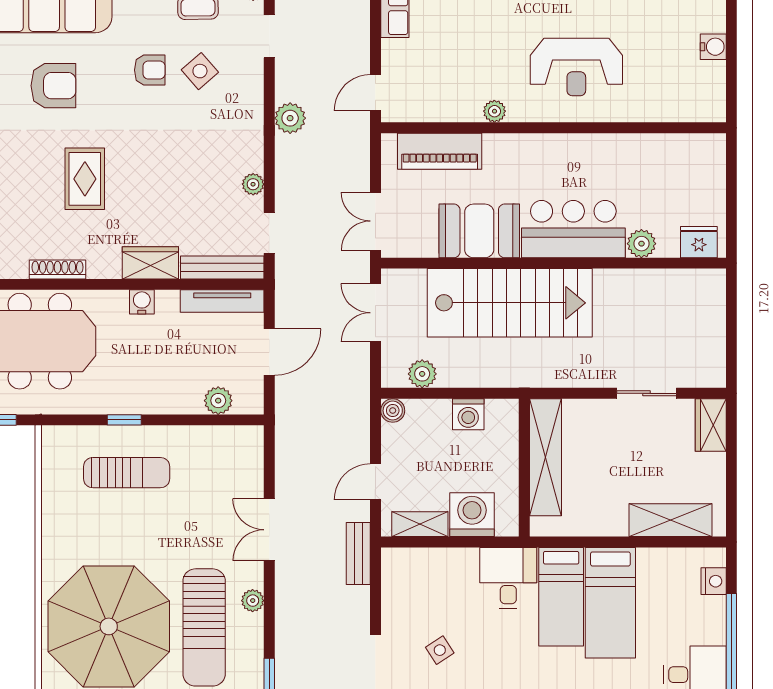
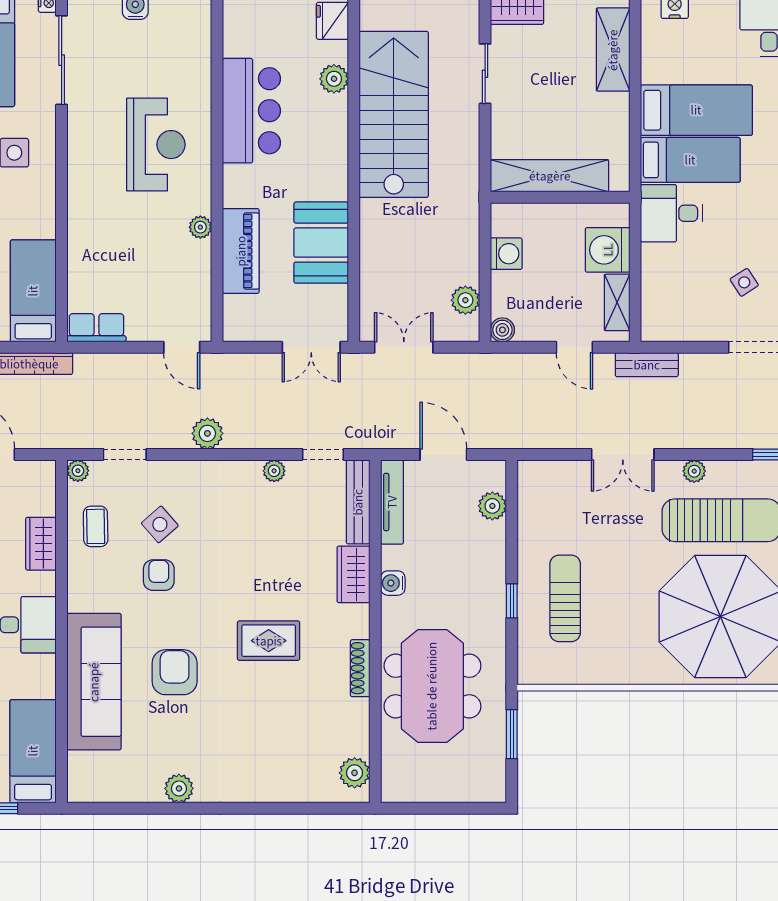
piano: (440, 151) -> (241, 251), moved
bar counter: (573, 229) -> (251, 111), moved, turned 180
stairs: (510, 303) -> (394, 114), moved
double door: (375, 313) -> (404, 347), swing flipped

